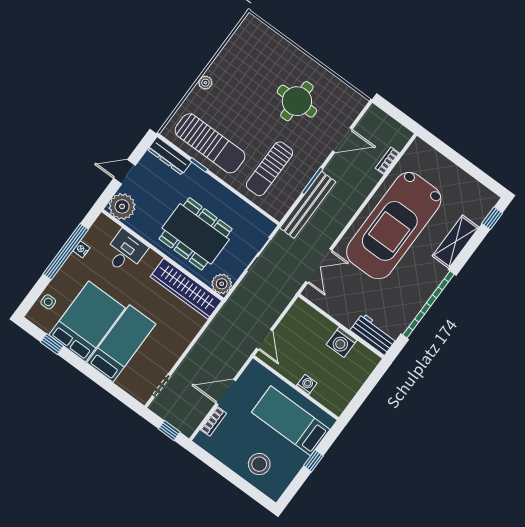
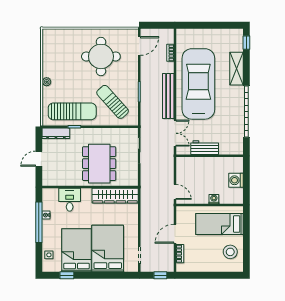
round table: (297, 101) -> (101, 56), width x1.36, depth x1.36
door: (342, 140) -> (139, 46), moved
sun lounger: (270, 169) -> (113, 102), turned 138
bench: (308, 205) -> (168, 96), moved
plant: (122, 206) -> (51, 177), removed
car: (394, 226) -> (198, 84), turned 180
dining table: (196, 234) -> (99, 164), turned 90
plant: (222, 284) -> (132, 179), removed
workbench: (374, 334) -> (205, 148), moved
washing machine: (342, 342) -> (236, 180), moved, turned 90
bed: (121, 343) -> (108, 249), width x1.50
window: (313, 461) -> (246, 236), removed
stool: (259, 464) -> (230, 252), moved

